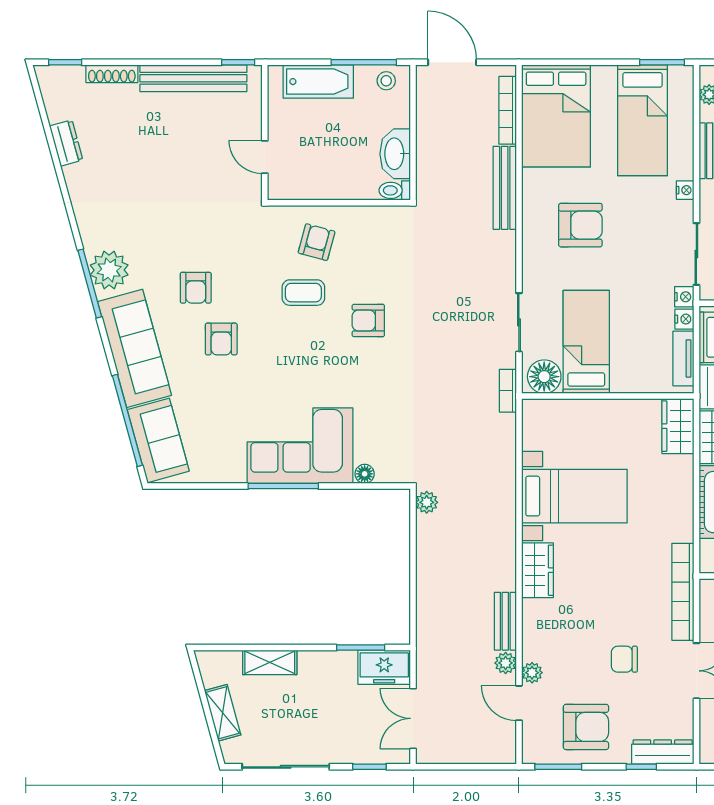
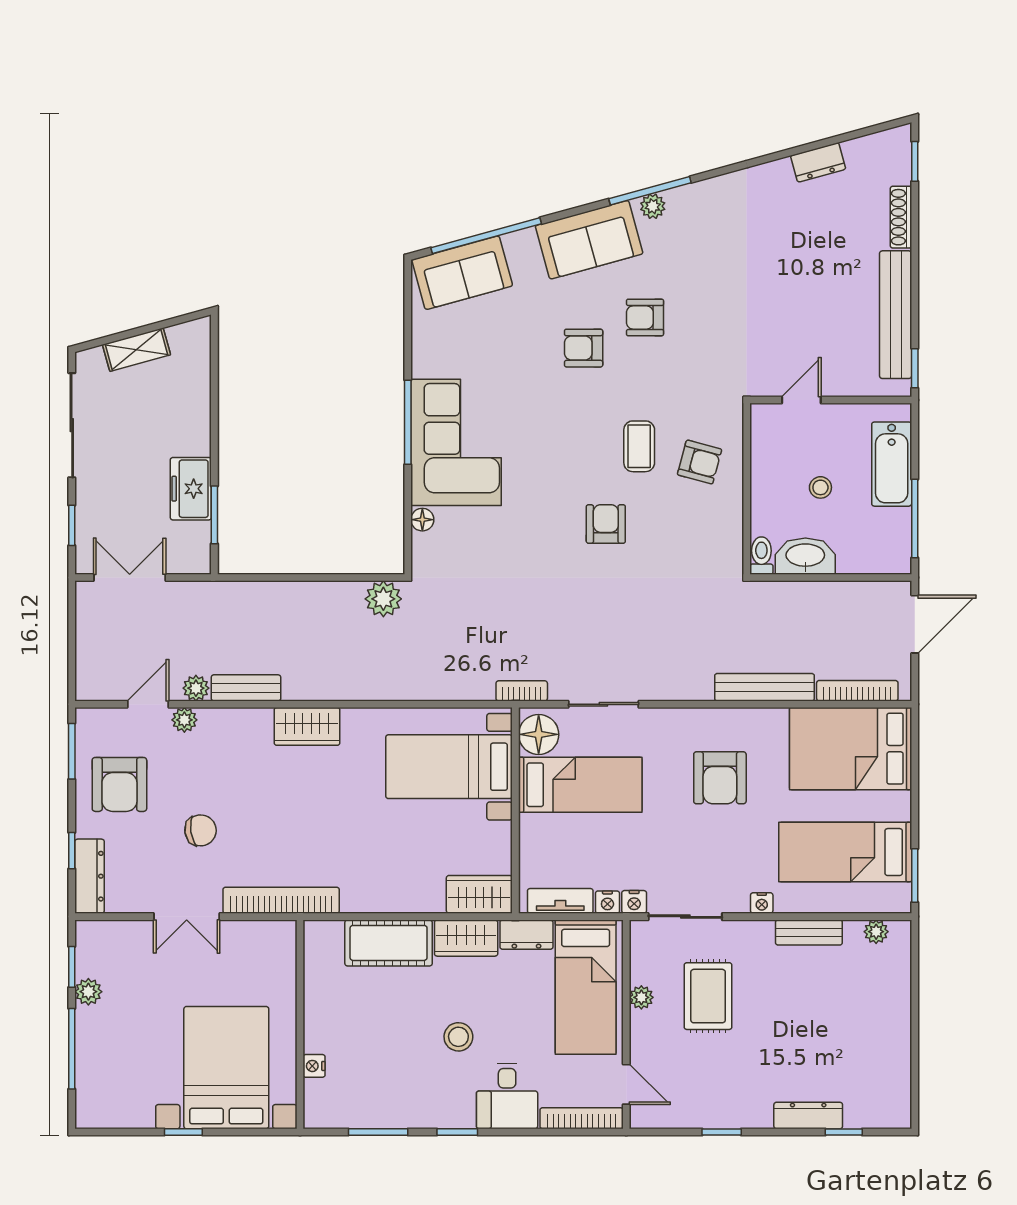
stool: (386, 81) -> (820, 487), moved
plant: (109, 270) -> (653, 206), width x0.53, depth x0.53
sofa: (135, 348) -> (589, 240), width x0.73
bed with nightstands: (574, 496) -> (449, 767), moved, turned 90
plant: (427, 502) -> (383, 599), width x1.38, depth x1.38
chair: (624, 659) -> (201, 830), turned 82
shelving: (270, 662) -> (197, 406), removed
freezer: (384, 667) -> (191, 489), moved

